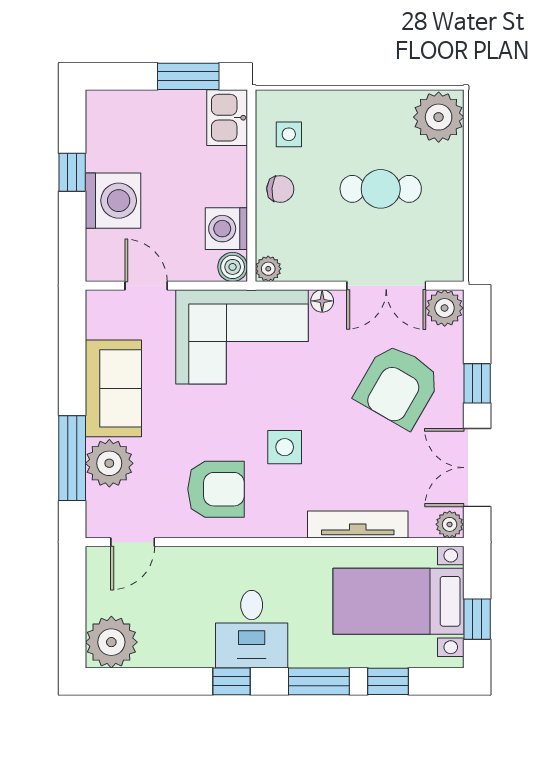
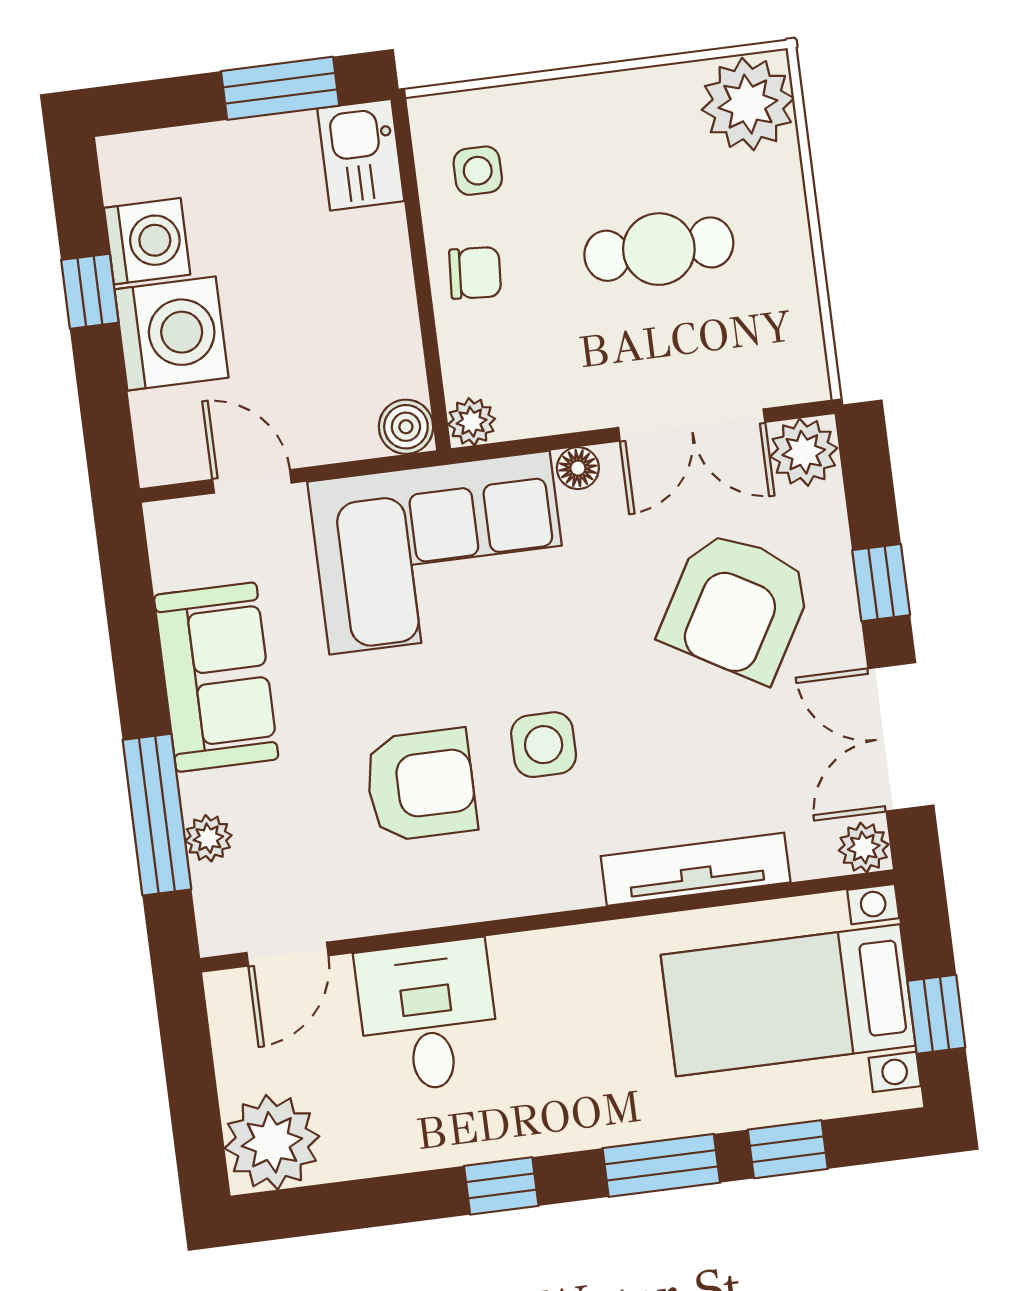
washing machine: (226, 229) -> (147, 241), moved, turned 180
plant: (109, 463) -> (208, 838), width x0.53, depth x0.53
armchair: (216, 489) -> (421, 785), moved
desk: (252, 629) -> (428, 1016), moved, turned 180

